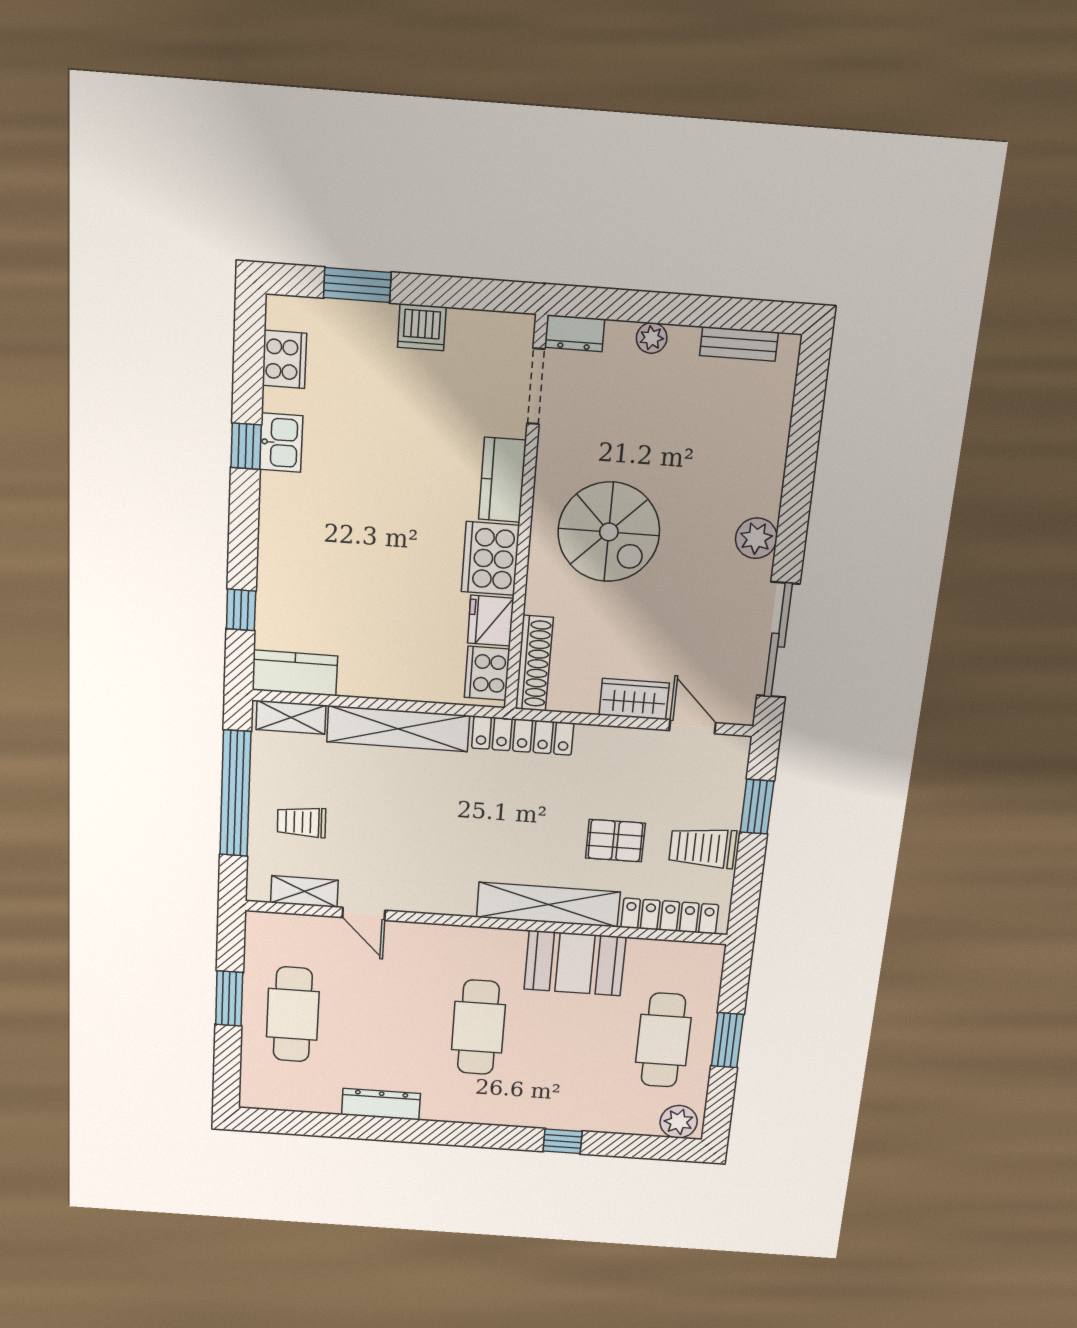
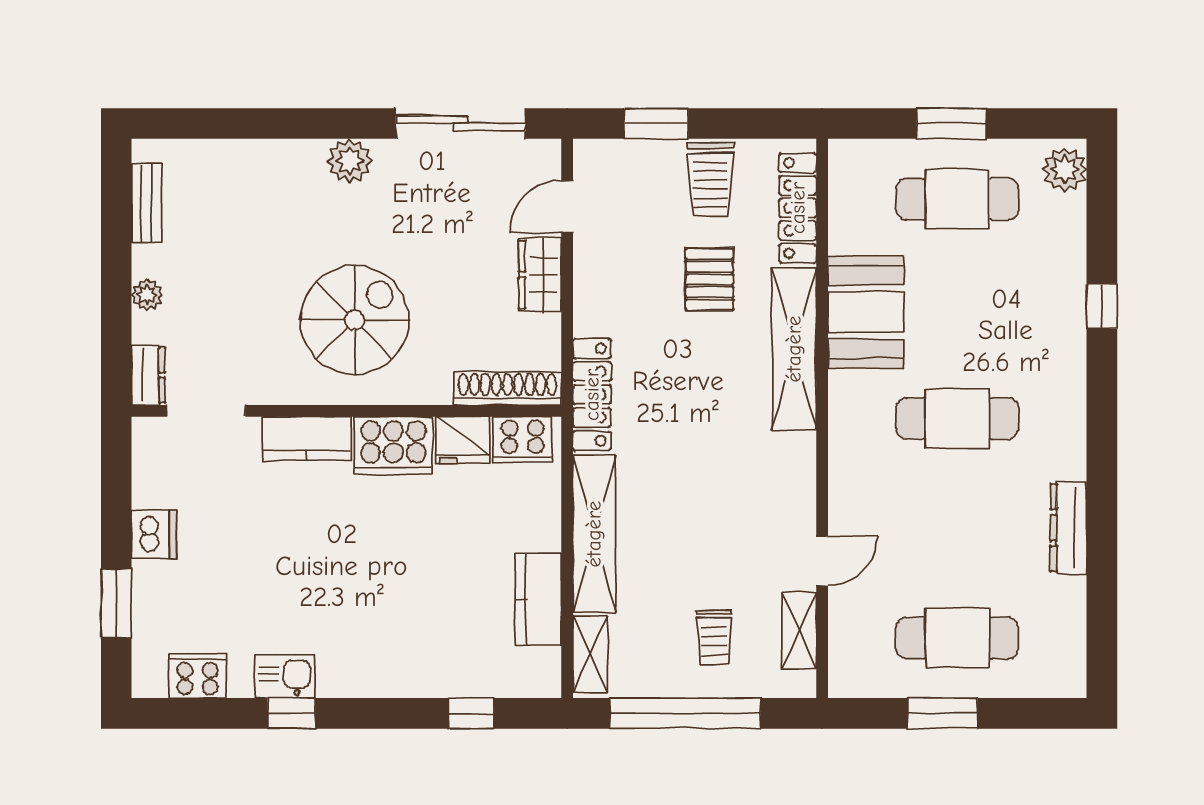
kitchen counter: (295, 673) -> (538, 600), moved

